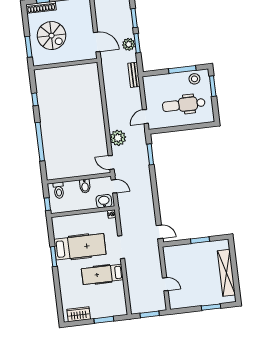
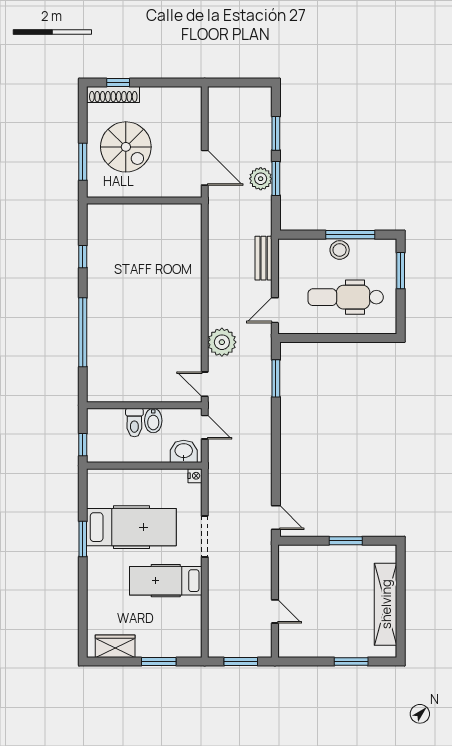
bench: (134, 75) -> (264, 258), moved
stool: (194, 79) -> (340, 250), moved
toilet: (59, 190) -> (134, 423), moved

